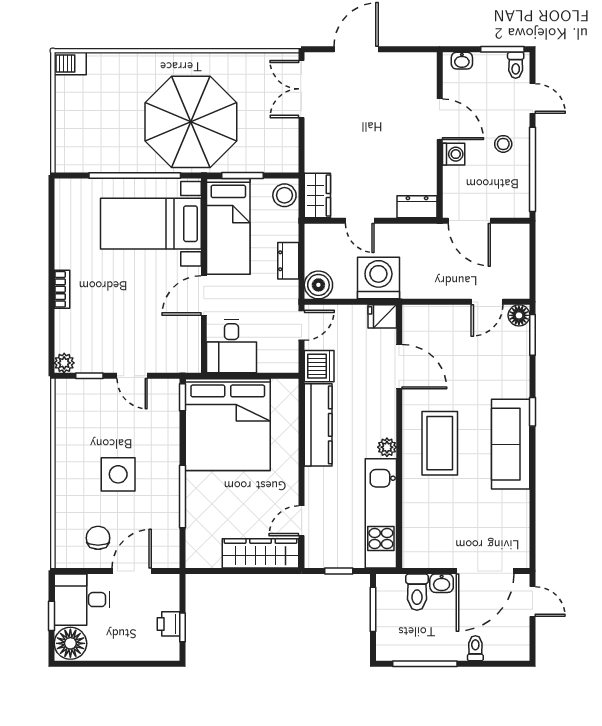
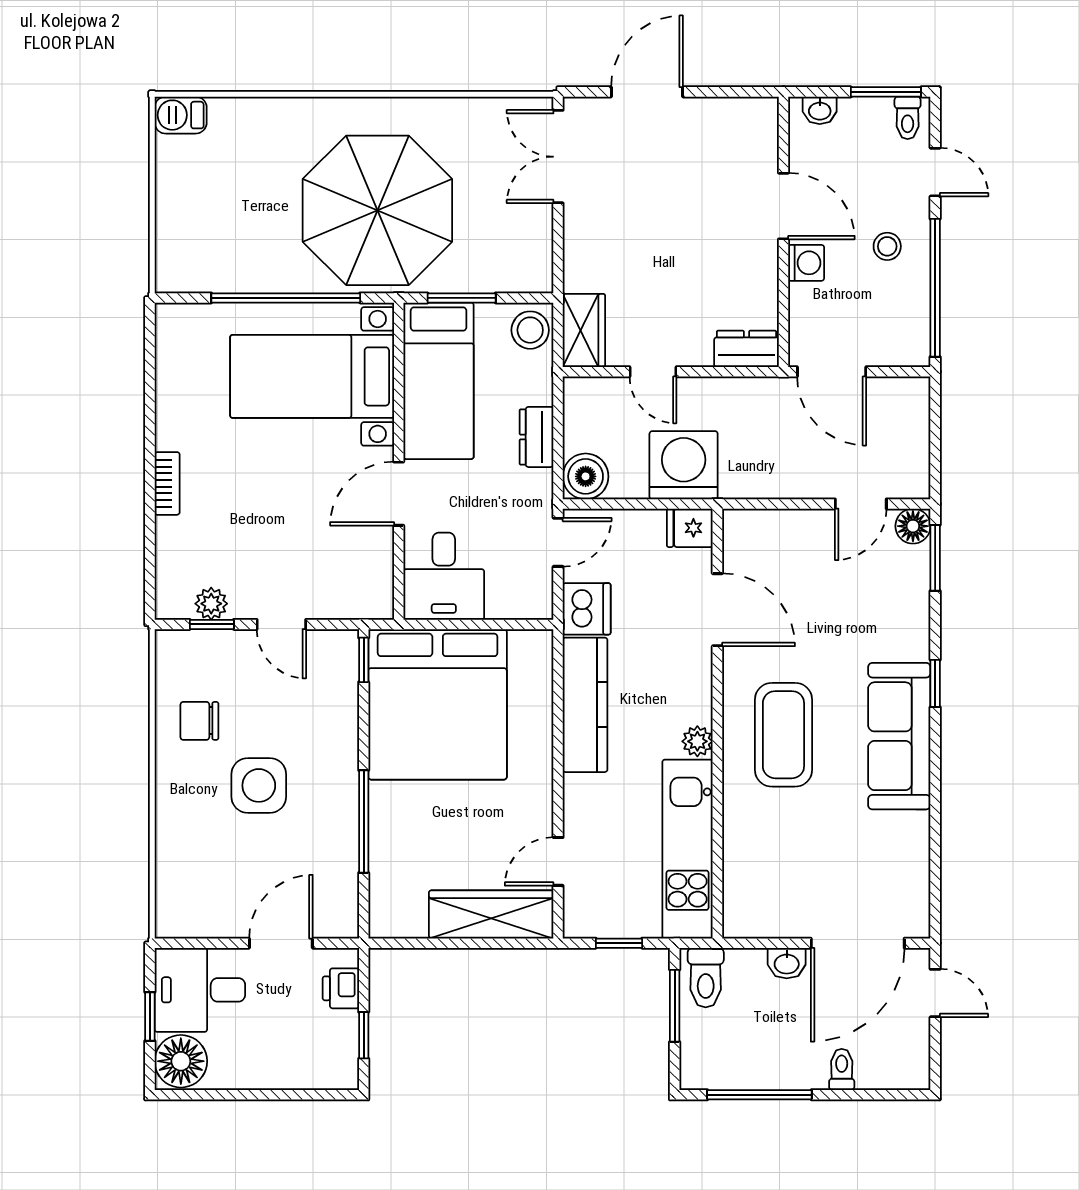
plant: (64, 363) -> (211, 604), moved
chair: (98, 538) -> (199, 721), moved, turned -90
toilet: (417, 592) -> (706, 978), moved
printer: (168, 624) -> (341, 988), moved

